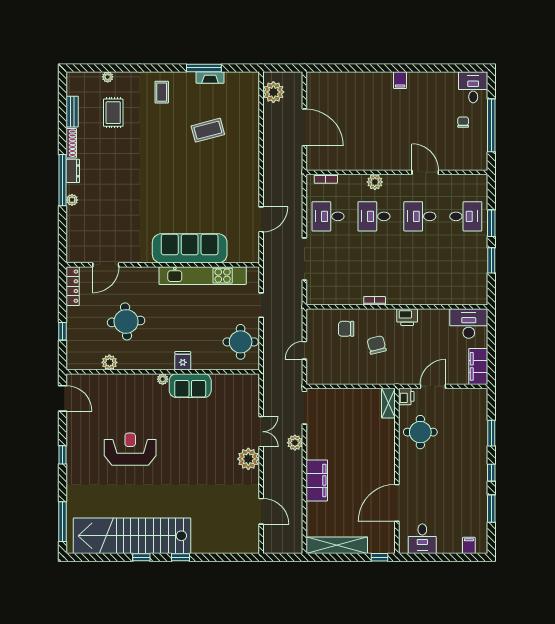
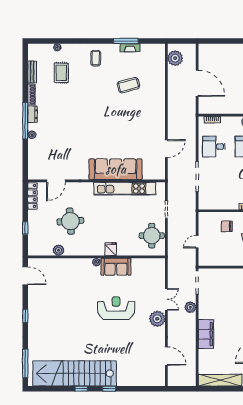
reception desk: (130, 449) -> (116, 308), moved

